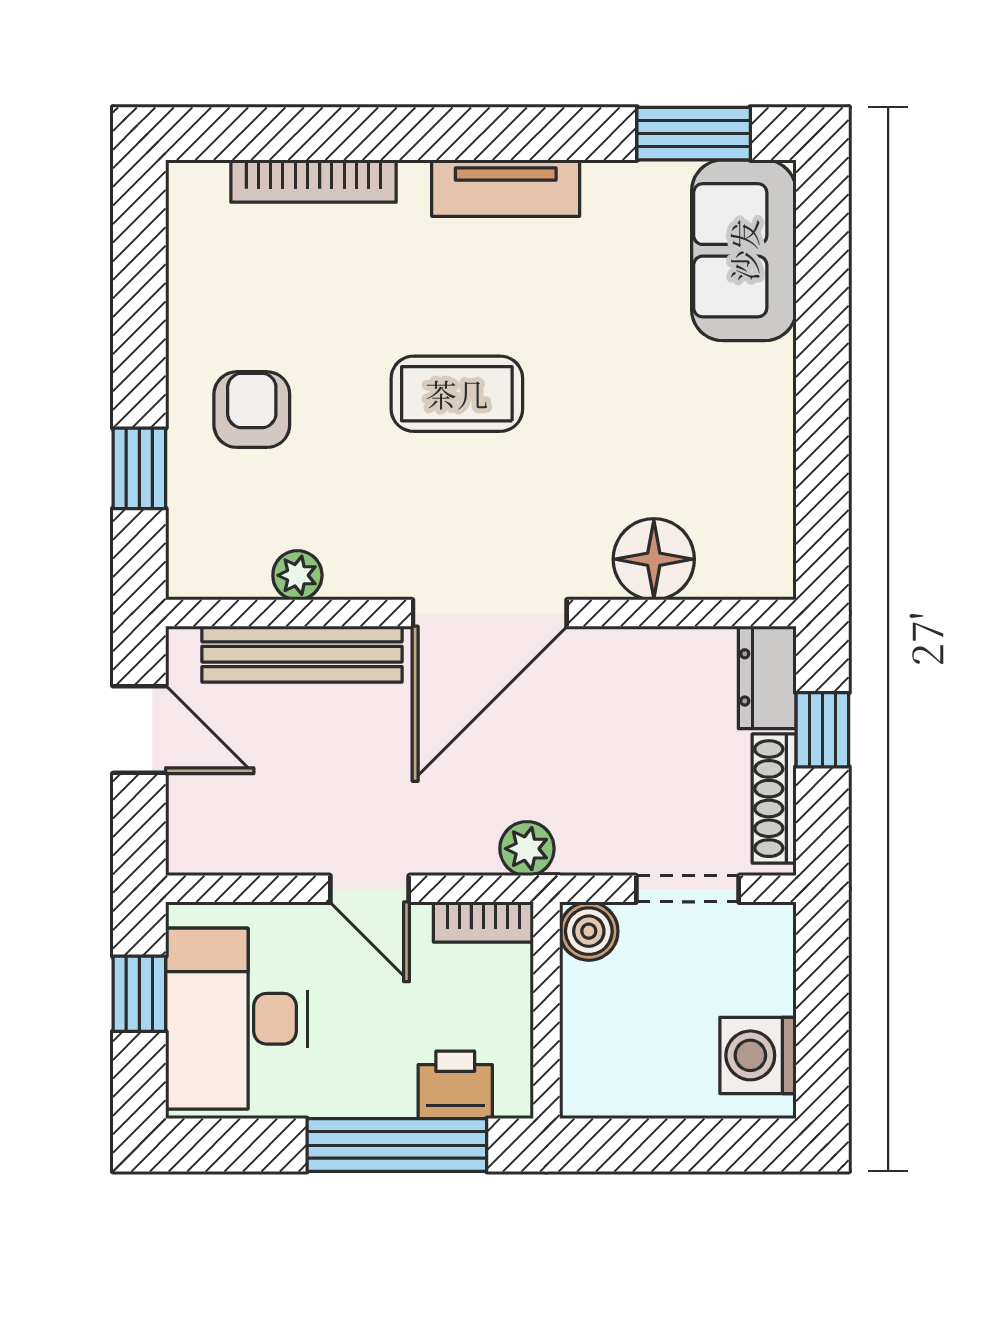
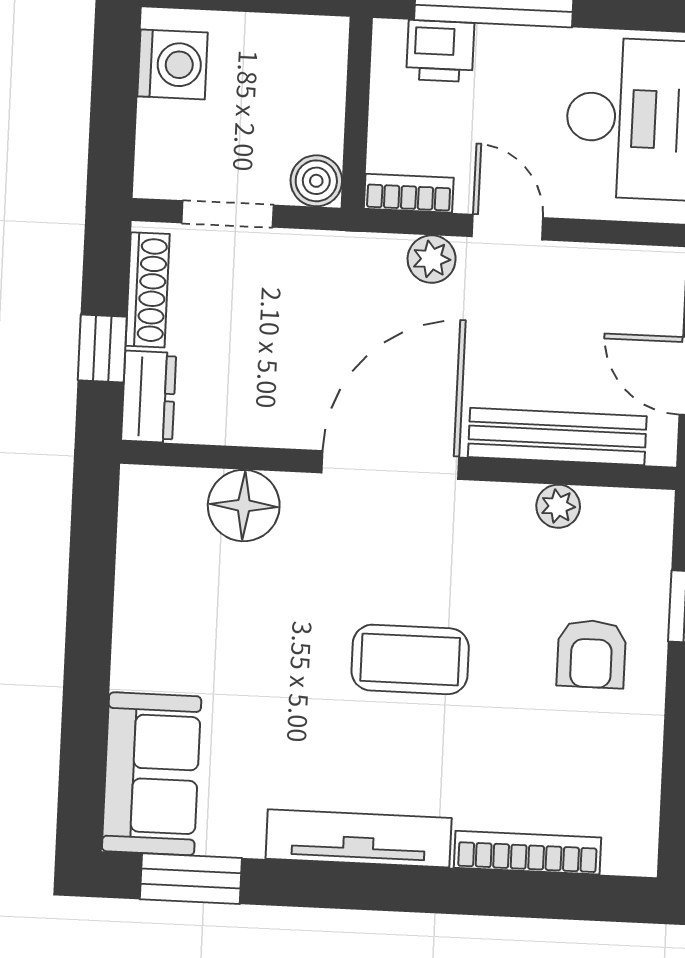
tv unit: (506, 188) -> (359, 838), width x1.41
plant: (527, 849) -> (432, 259), moved

